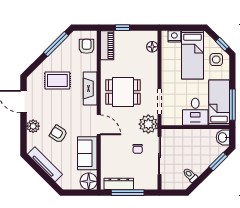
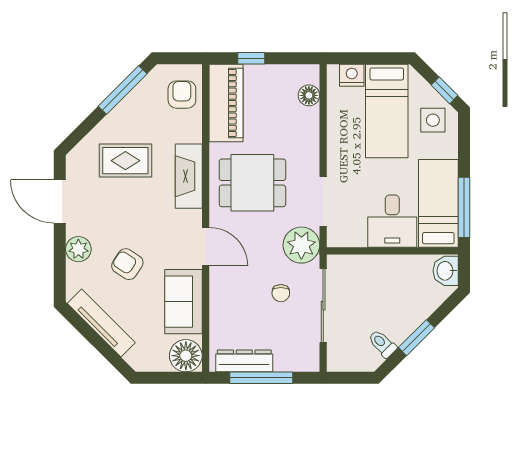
piano: (107, 45) -> (226, 103), width x1.37, depth x1.33
window: (218, 161) -> (416, 338), moved

